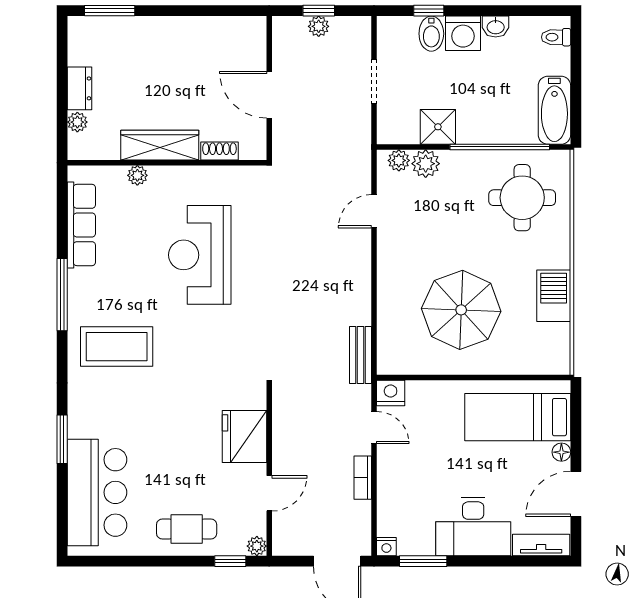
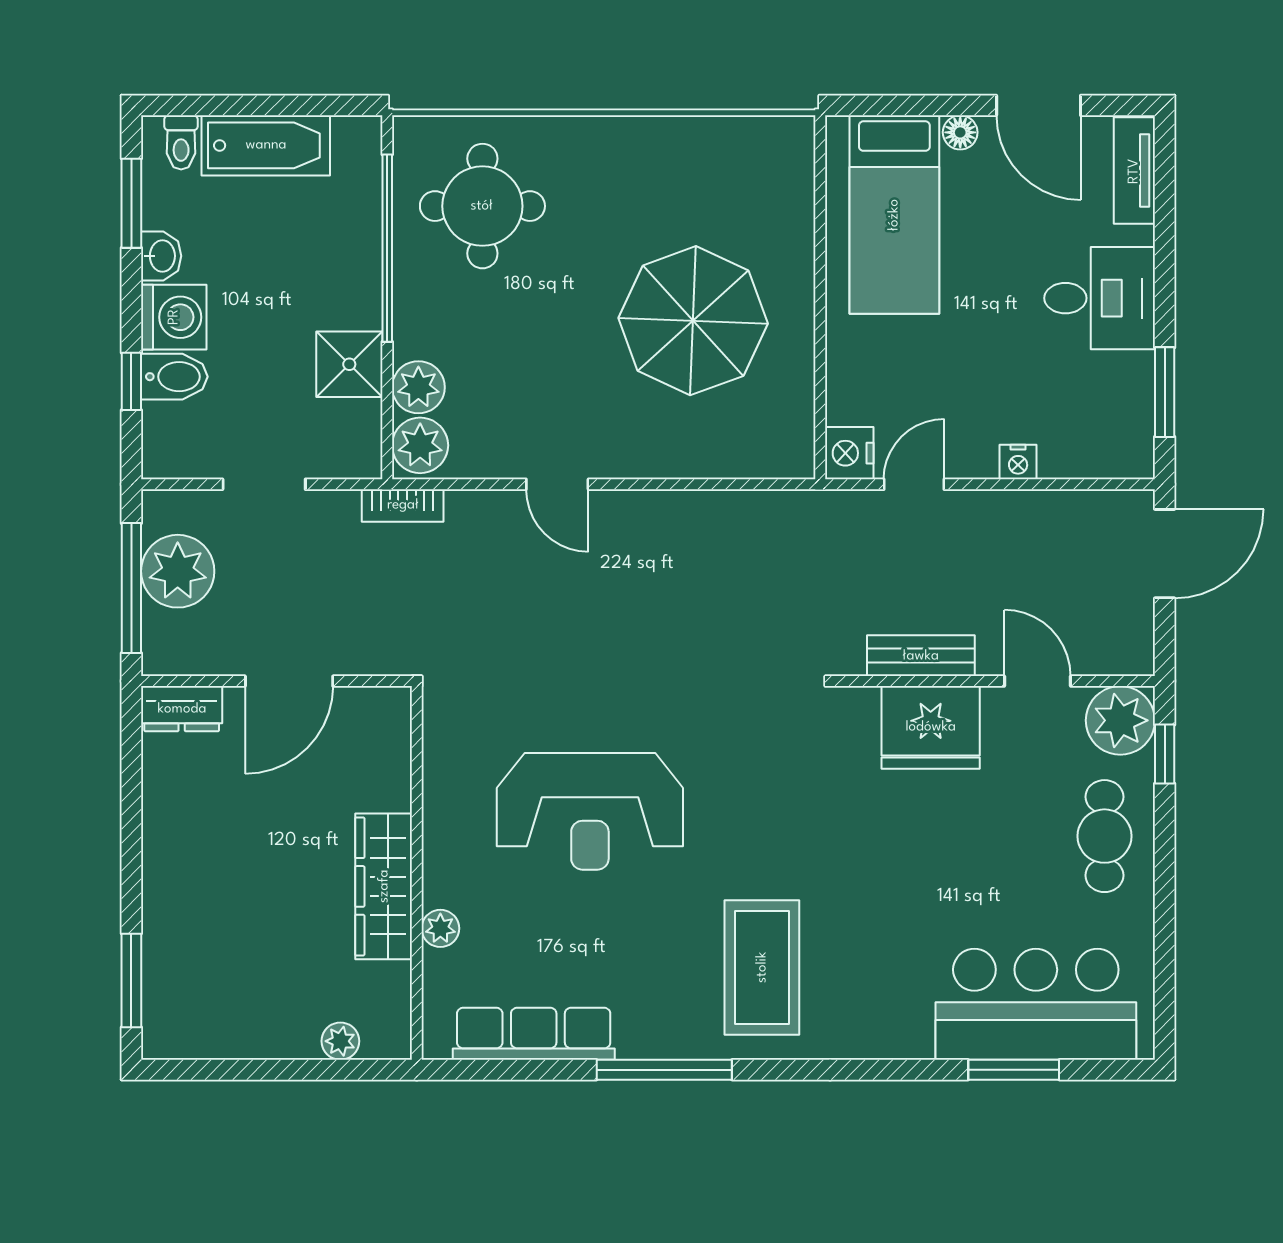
window: (319, 11) -> (131, 588), width x2.17
window: (524, 11) -> (131, 203), added
plant: (319, 26) -> (178, 571), width x1.88, depth x1.88
dresser: (80, 88) -> (182, 709), moved, turned 180
bathtub: (554, 110) -> (266, 145), moved
shoe rack: (219, 151) -> (395, 774), removed
plant: (399, 160) -> (420, 445), width x1.38, depth x1.38
door: (374, 211) -> (557, 484), moved
barbecue: (554, 296) -> (667, 147), removed
bench: (360, 355) -> (921, 656), moved
window: (62, 439) -> (1014, 1070), moved
bookcase: (363, 478) -> (403, 505), moved
desk: (473, 526) -> (1100, 298), width x0.73
plant: (257, 546) -> (1120, 720), width x1.87, depth x1.87
nightstand: (386, 547) -> (1018, 462), moved, turned 90

